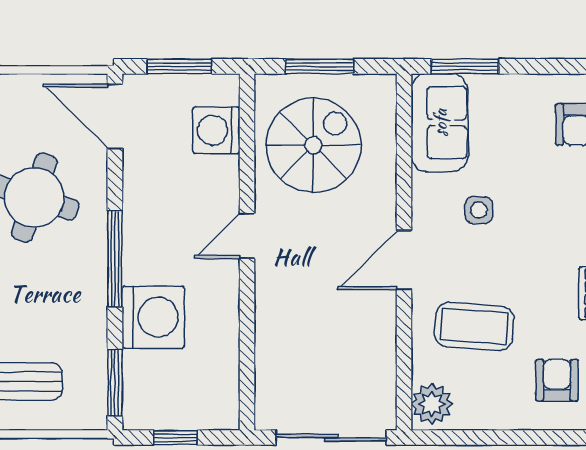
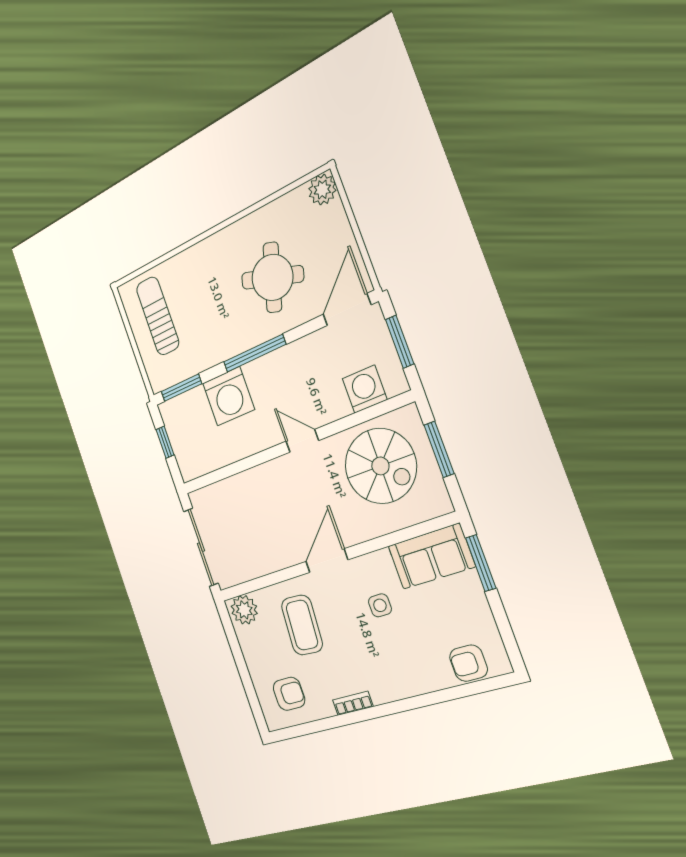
door: (404, 260) -> (327, 561), hinge flipped

